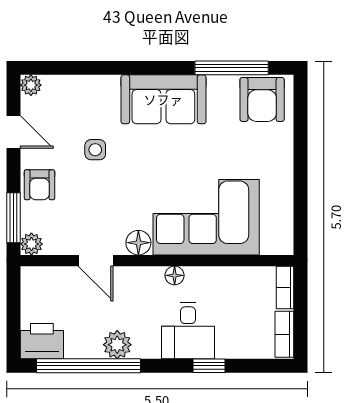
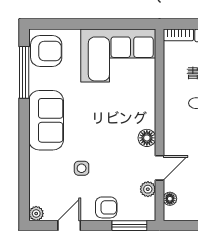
corner sofa: (206, 217) -> (118, 55), moved, turned -90
plant: (31, 244) -> (148, 189), moved
floor lamp: (175, 275) -> (170, 199), moved

